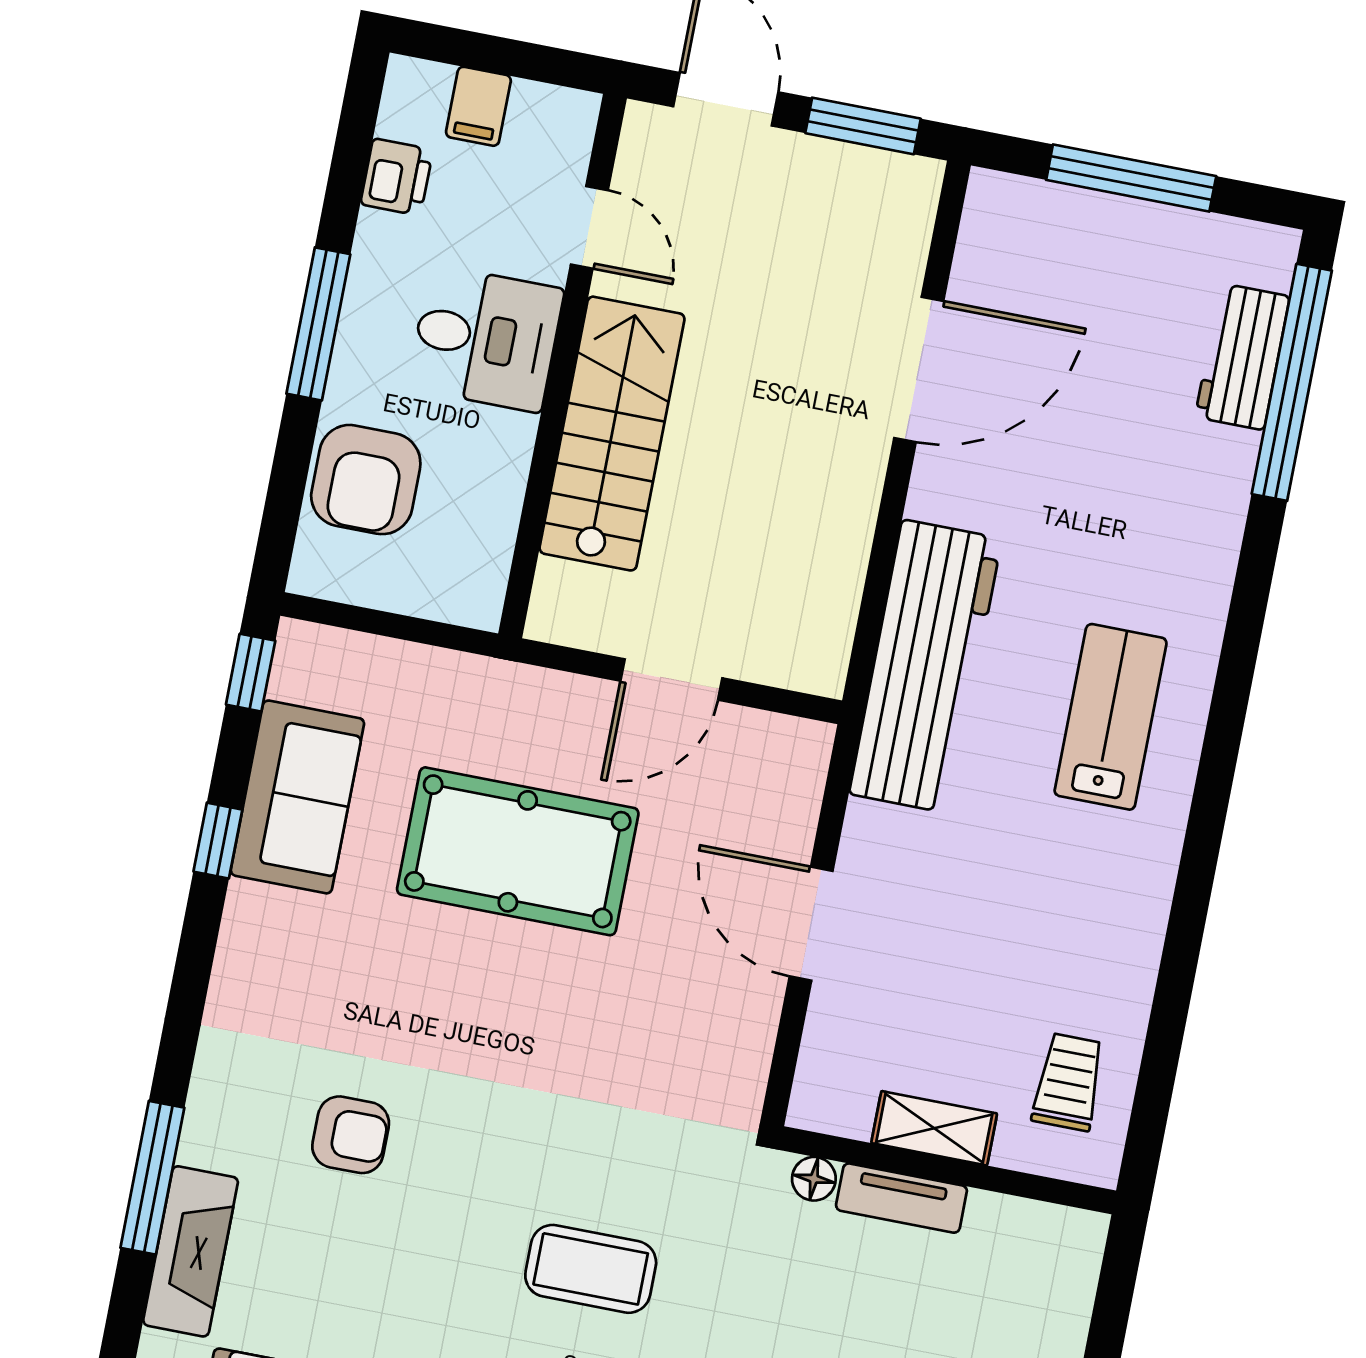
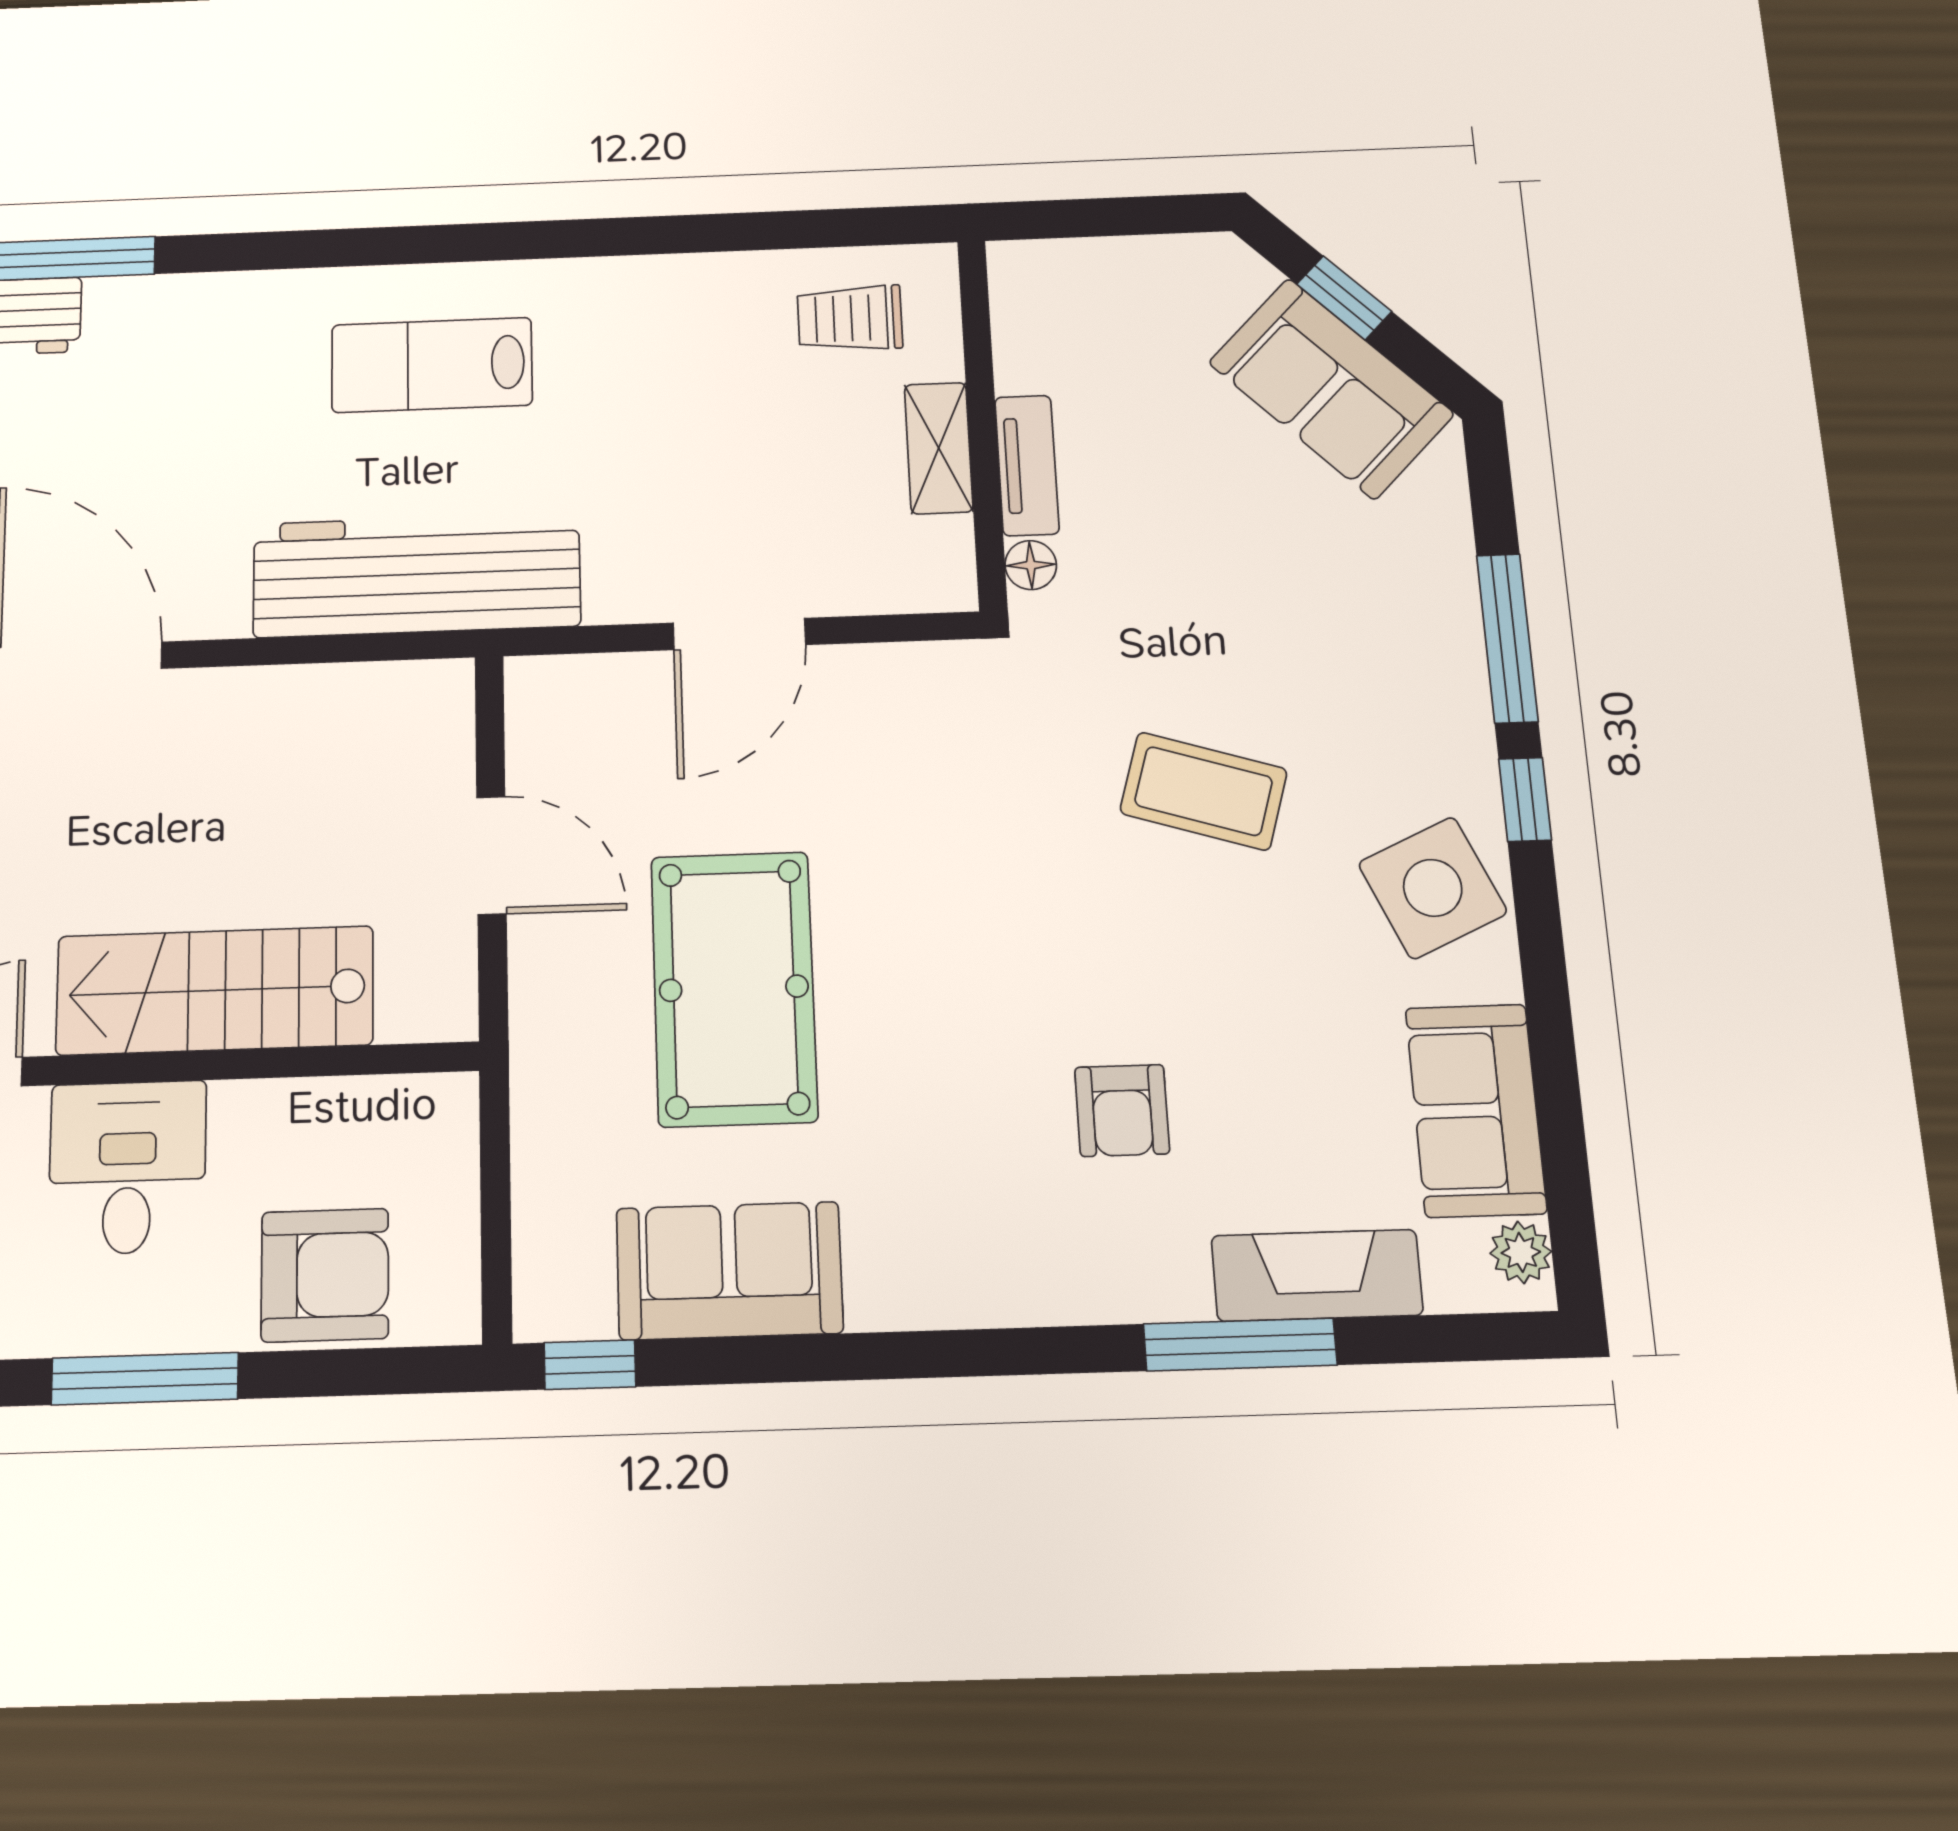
window: (218, 841) -> (805, 1358), removed
armchair: (351, 1135) -> (1122, 1110), turned 180
coffee table: (591, 1269) -> (1204, 791), turned -73

